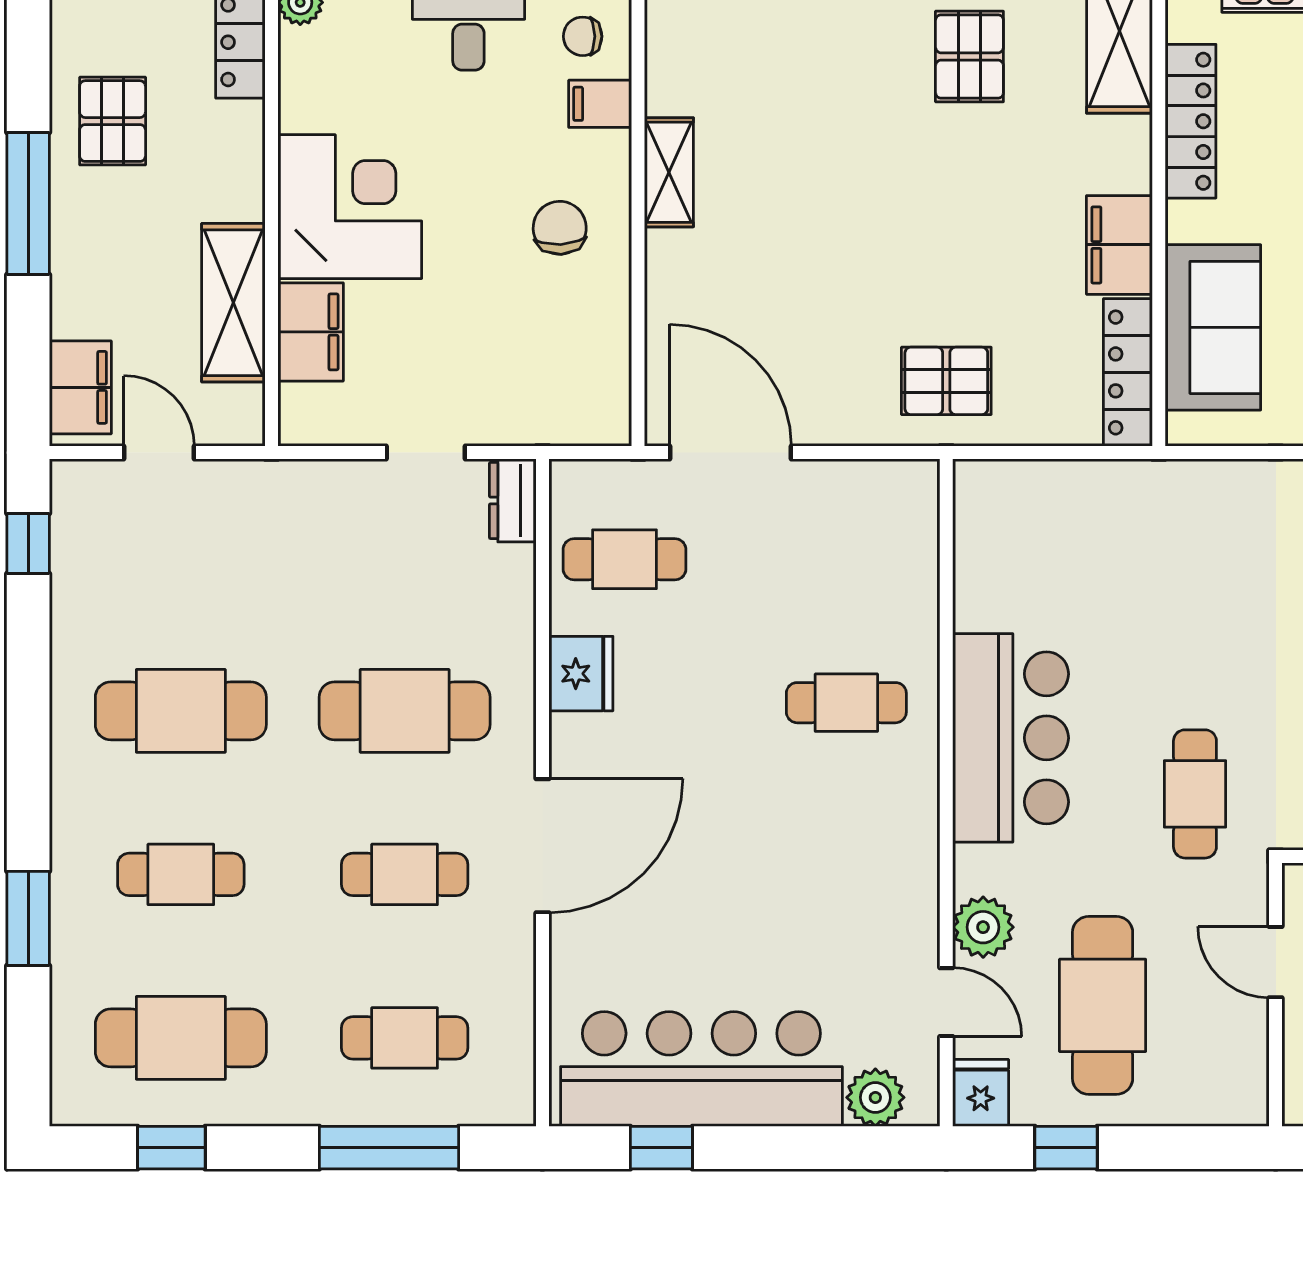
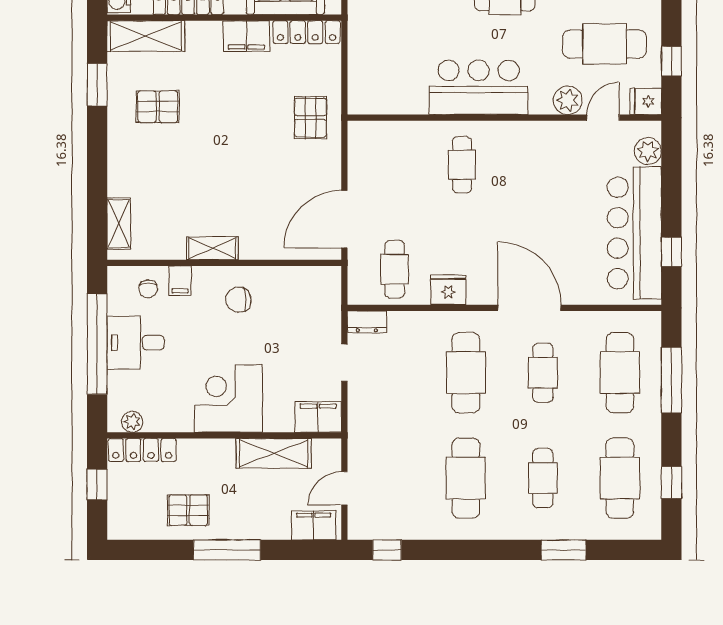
filing cabinet: (311, 332) -> (318, 417), moved
cafe table: (405, 1038) -> (620, 373), width x1.37, depth x1.35

